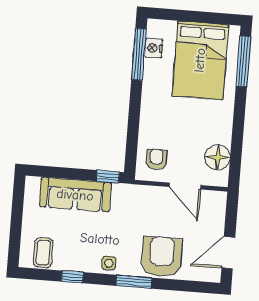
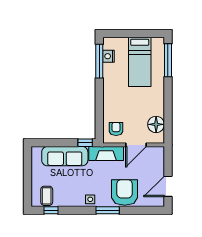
bed: (200, 60) -> (140, 62), width x0.67
door: (185, 186) -> (136, 145), hinge flipped
fireplace: (138, 195) -> (106, 153), added
window: (72, 277) -> (51, 210), moved

